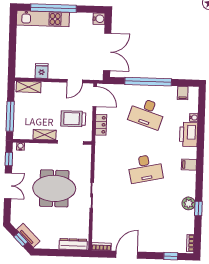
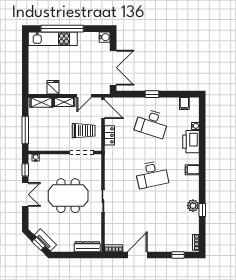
window: (148, 82) -> (152, 94), width x0.32
trolley: (73, 119) -> (84, 131), turned 180
shelving: (45, 135) -> (64, 102), moved

